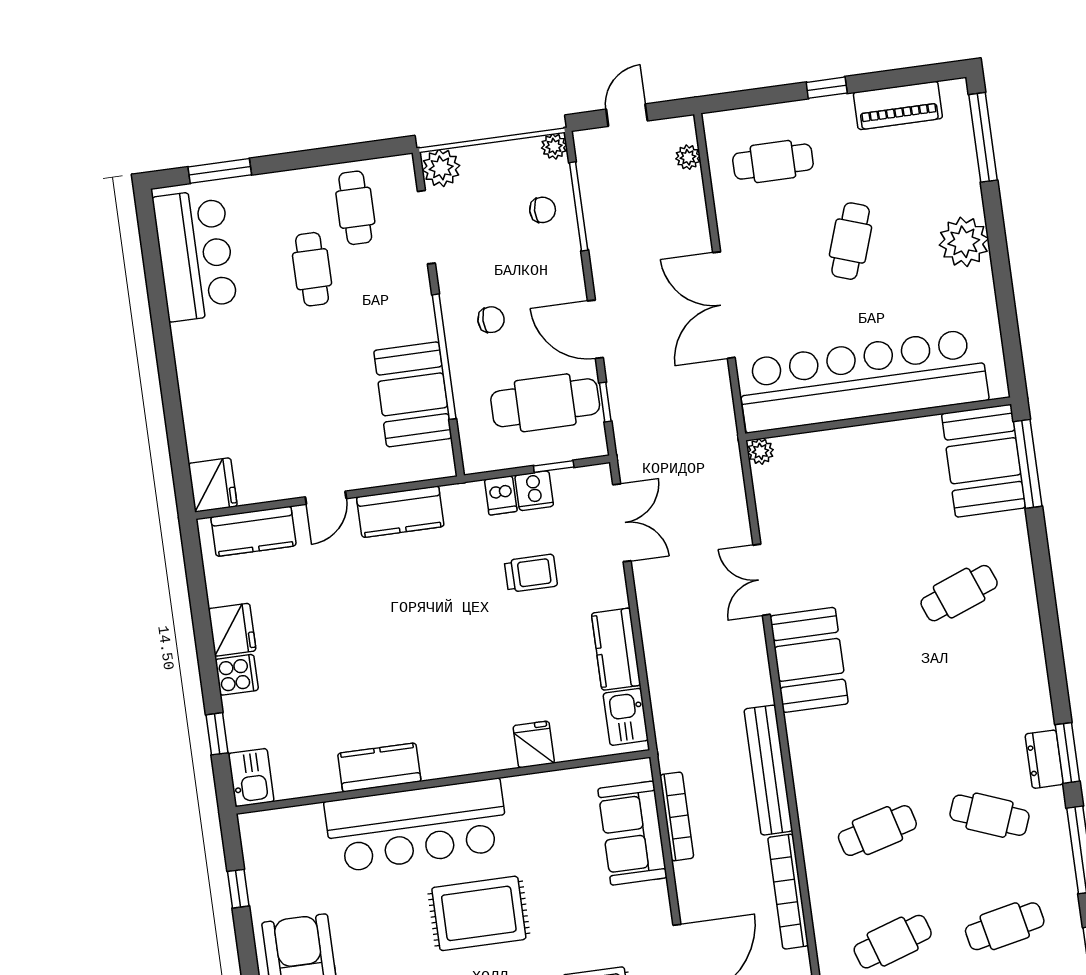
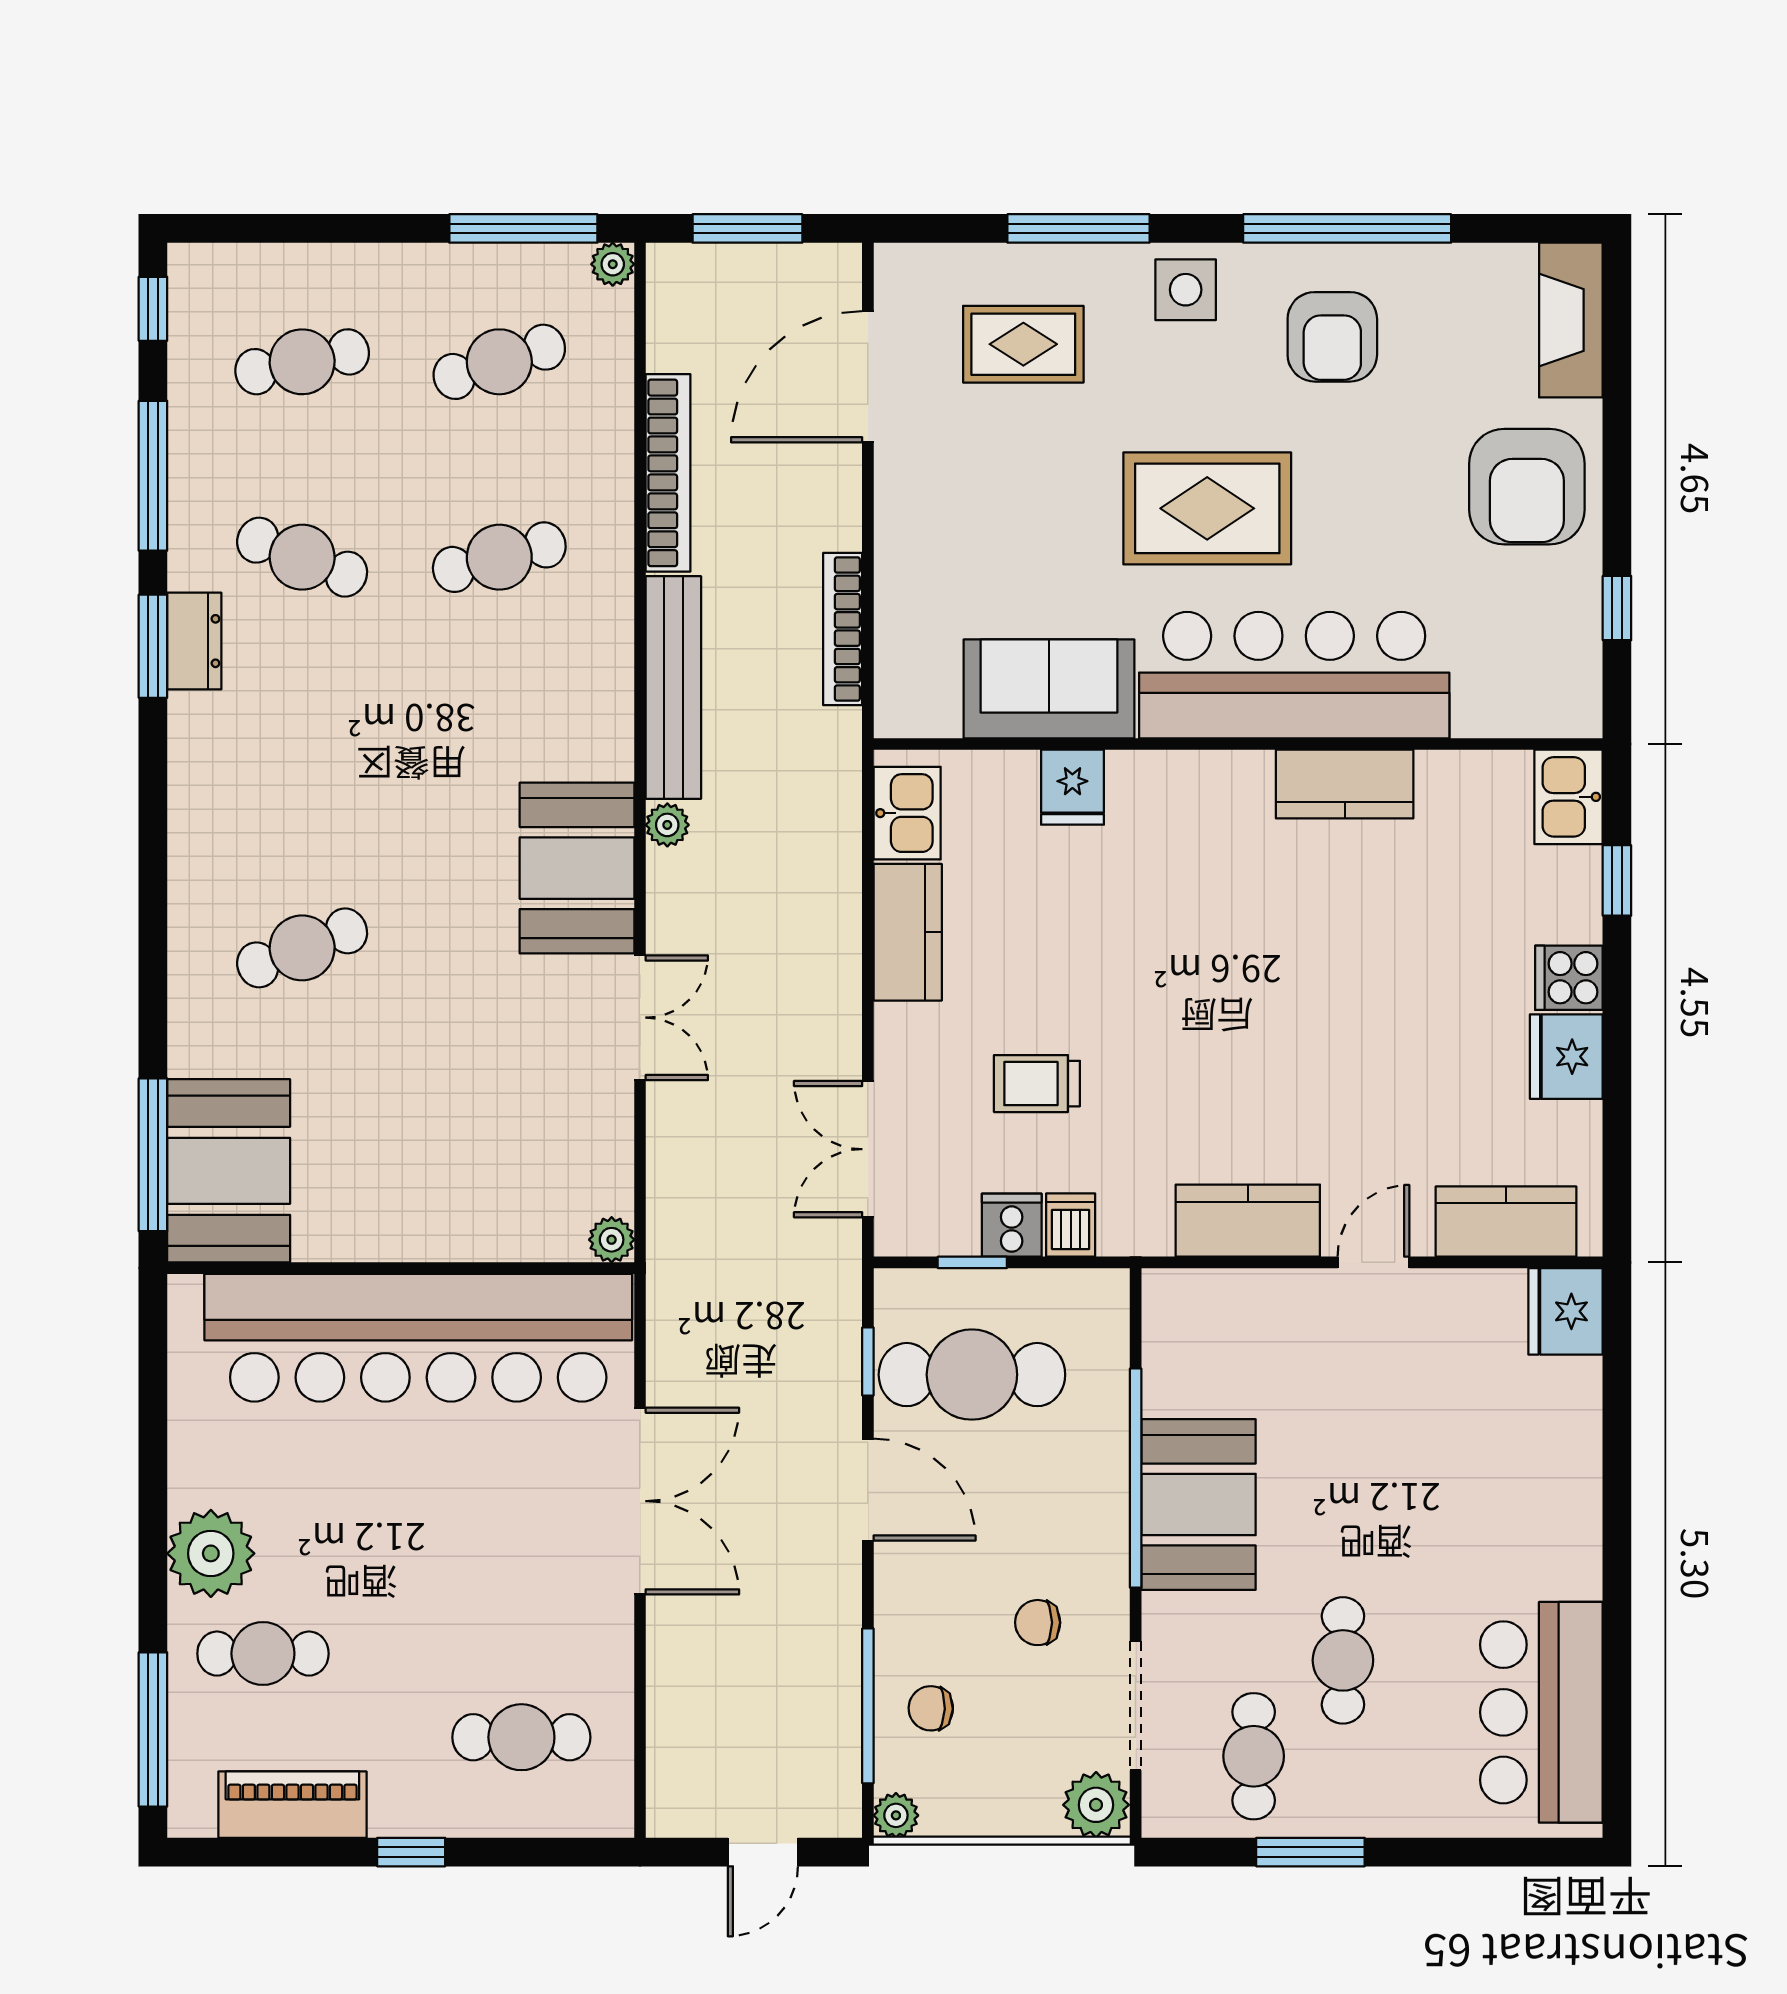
plant: (688, 157) -> (667, 825), moved
window: (220, 171) -> (1310, 1852), moved
cafe table: (851, 241) -> (263, 1654), moved, turned 71
chair: (491, 320) -> (1038, 1623), moved
booth: (413, 394) -> (1199, 1504), moved
sofa: (632, 833) -> (1049, 689), moved, turned -90

